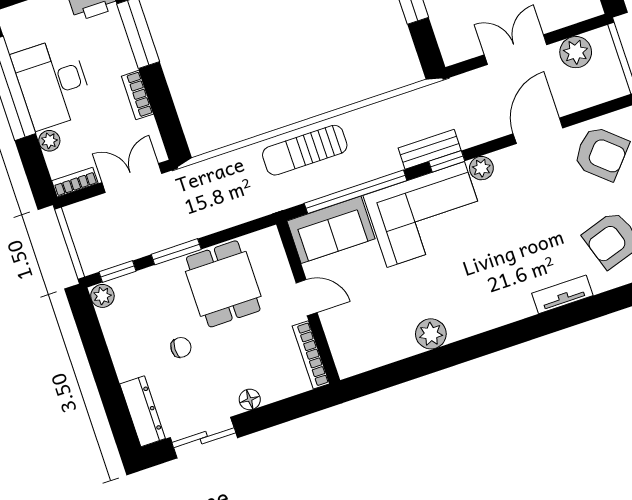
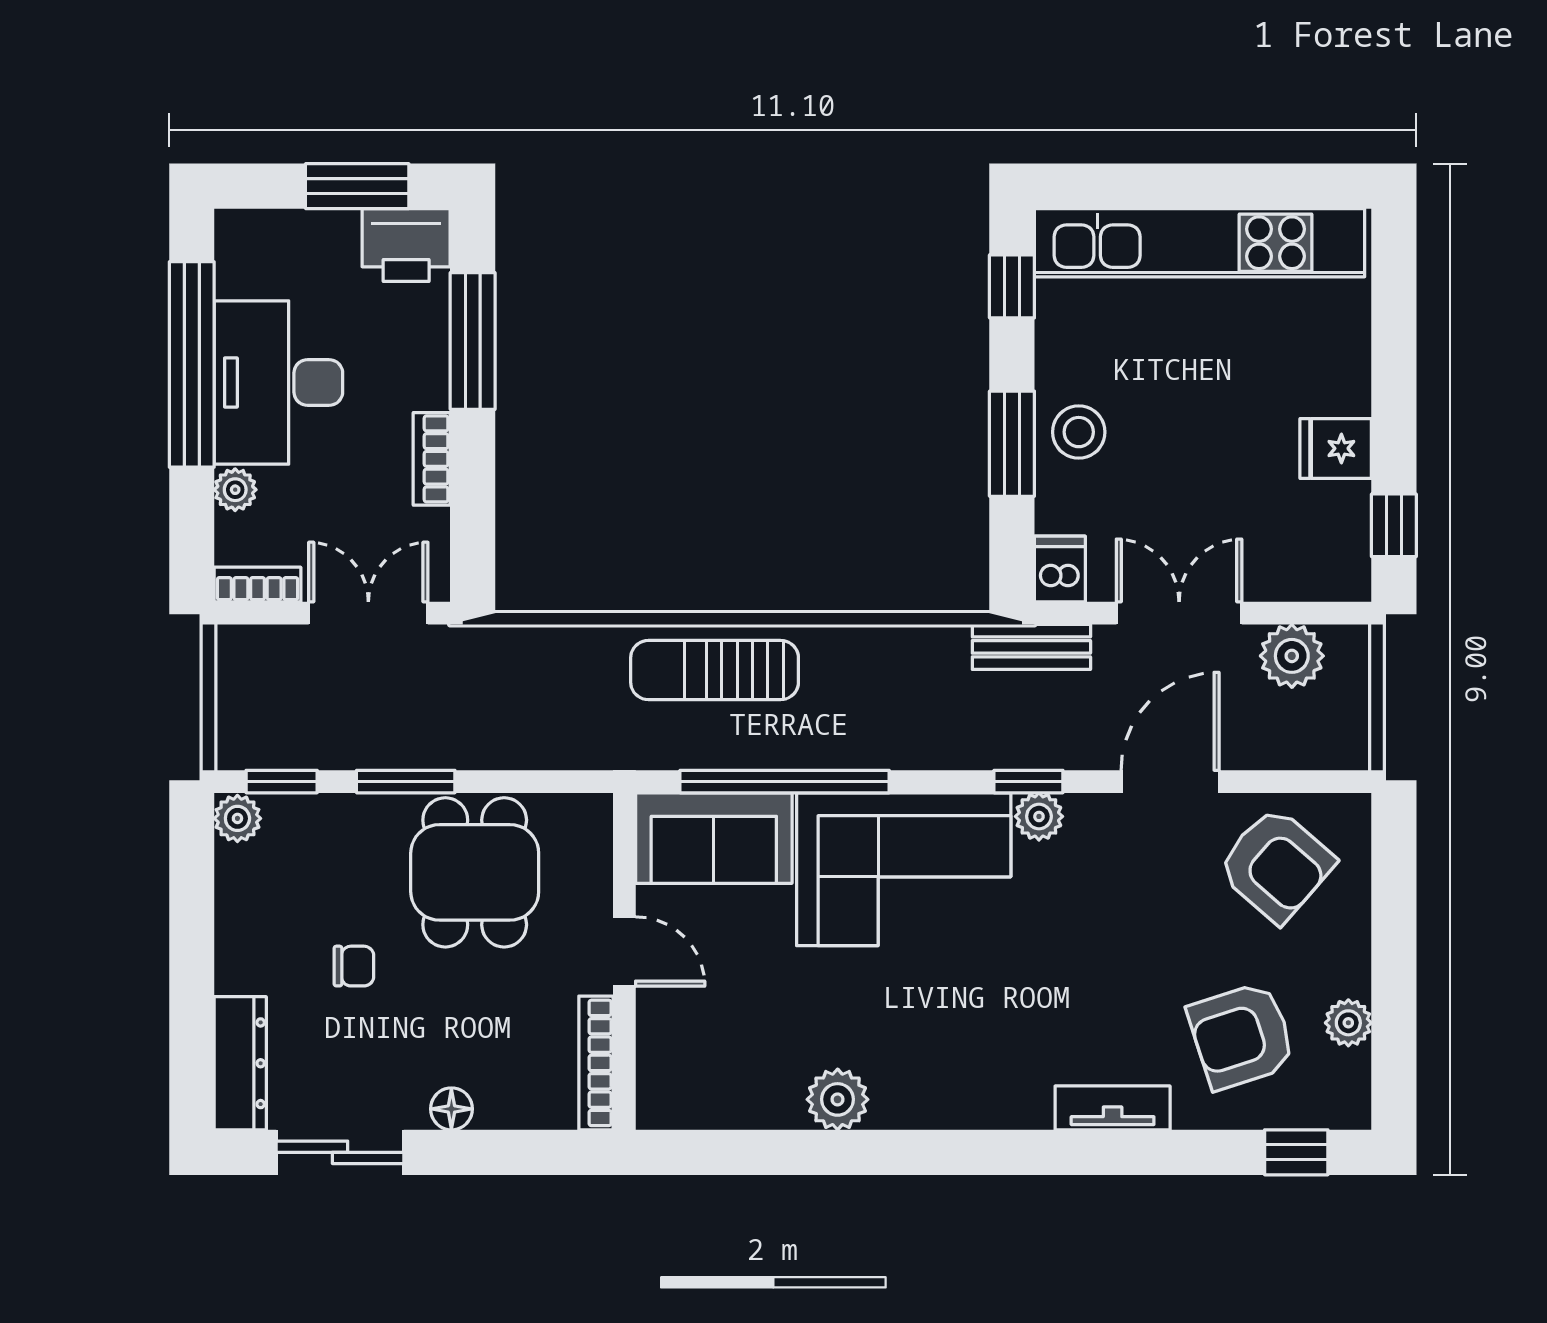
dishwasher: (452, 48) -> (1060, 569), added
bench: (430, 149) -> (1031, 647), moved
window: (447, 161) -> (1028, 782), moved

